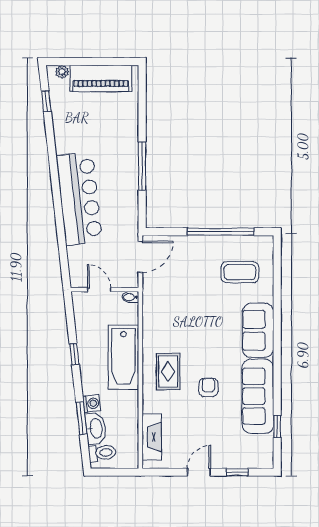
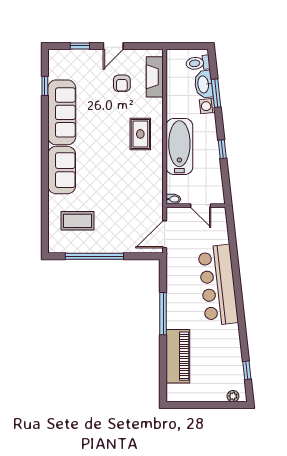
piano: (101, 78) -> (178, 356), moved, turned 90
armchair: (208, 387) -> (122, 83), moved

